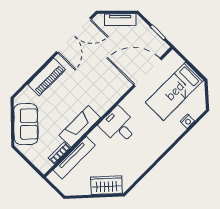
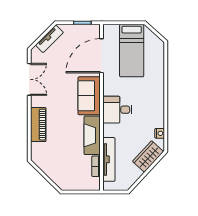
double door: (74, 35) -> (29, 79), width x0.73
nightstand: (187, 121) -> (160, 133), moved
sofa: (26, 124) -> (89, 96), moved, turned -135

